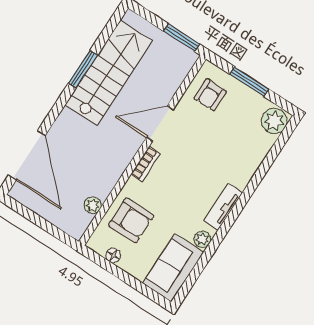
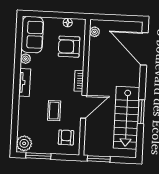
window: (249, 82) -> (38, 156), moved
coffee table: (205, 142) -> (54, 111), added
plant: (93, 205) -> (95, 32), moved

